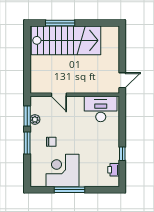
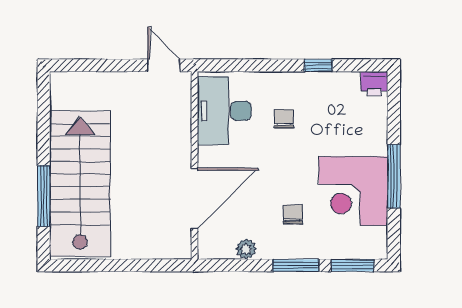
door: (59, 95) -> (194, 198), width x1.87
window: (27, 116) -> (353, 265), moved
chair: (97, 137) -> (284, 119), added
printer: (114, 170) -> (374, 84), moved

